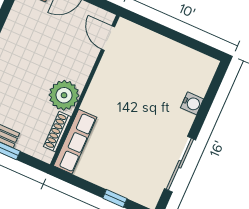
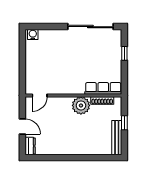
water cooler: (192, 103) -> (33, 35), moved
sliding door: (180, 164) -> (90, 27), width x1.36

